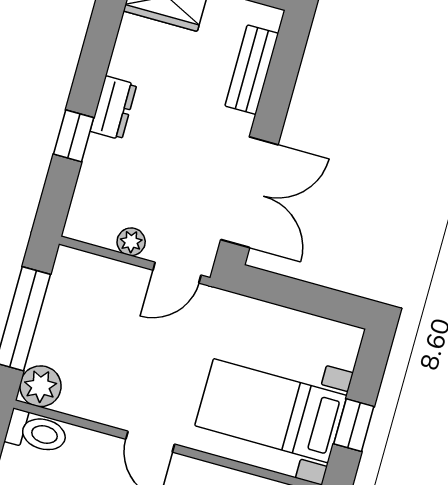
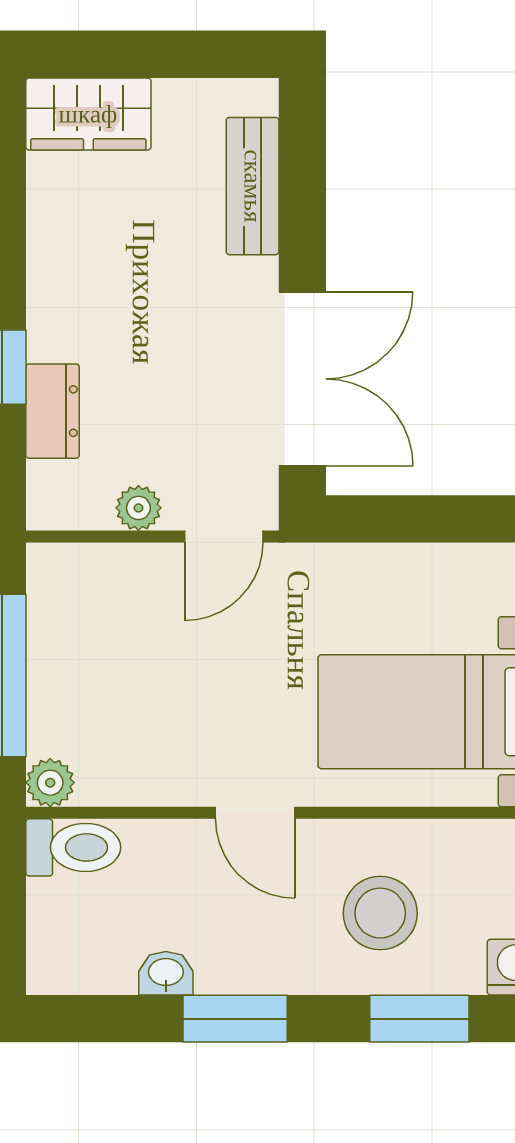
dresser: (113, 108) -> (53, 411), moved
plant: (40, 386) -> (50, 783), width x0.73, depth x0.73

